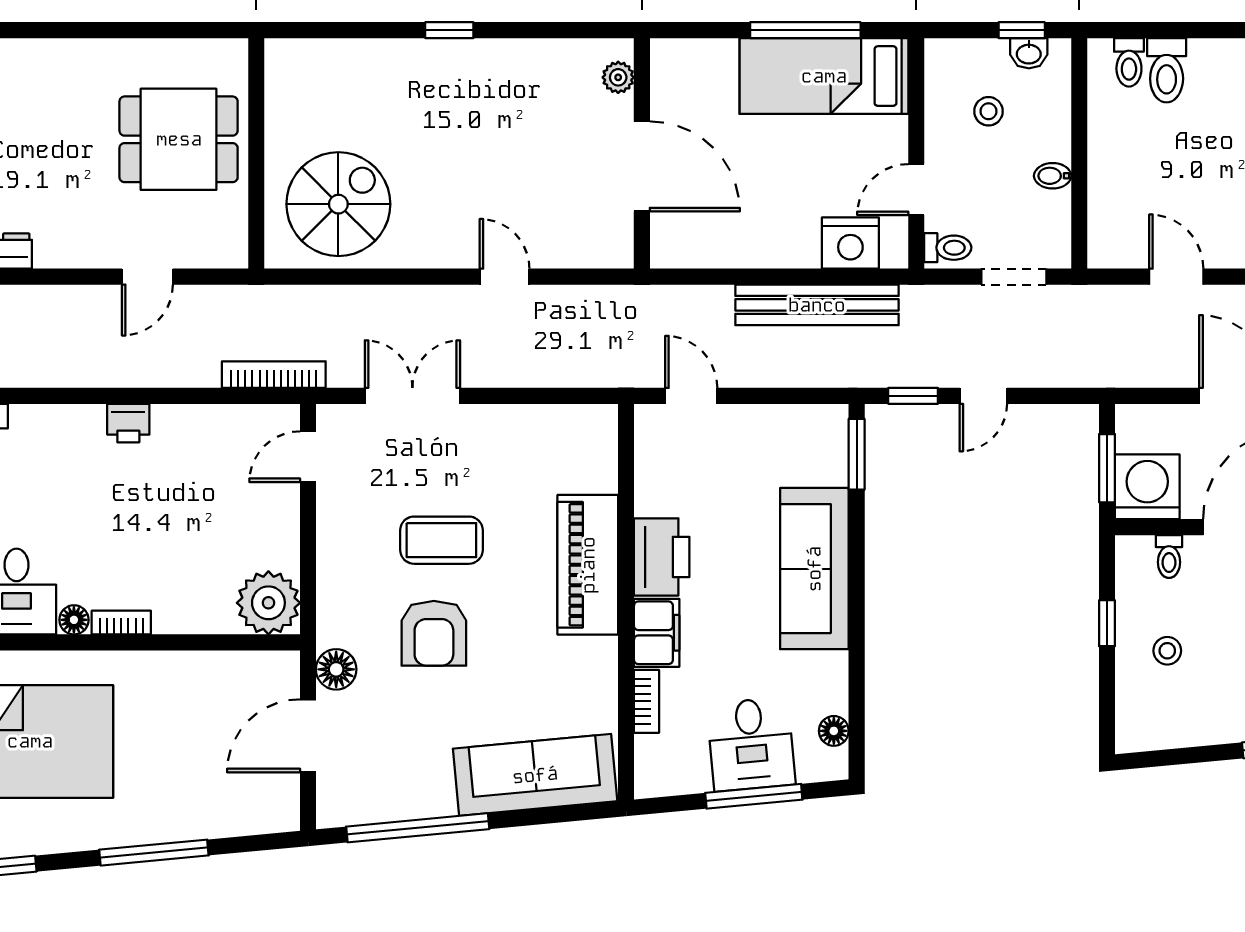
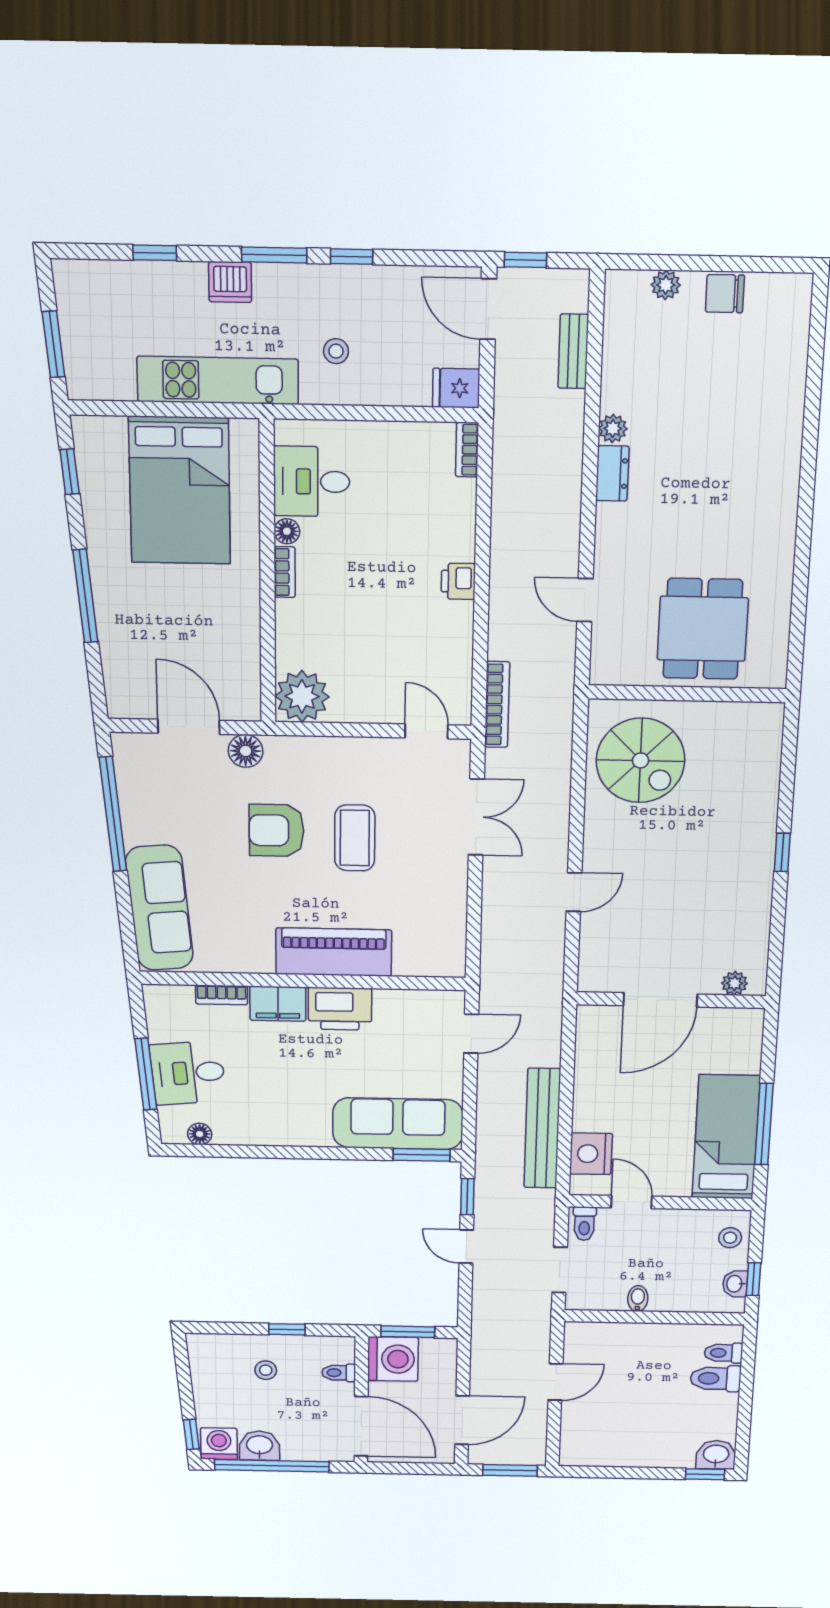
stool: (988, 111) -> (730, 1238), moved
sofa: (814, 569) -> (398, 1124), moved

